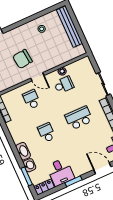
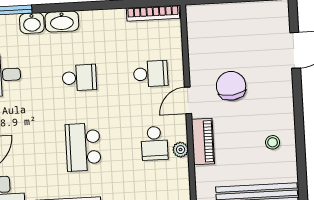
piano: (54, 62) -> (203, 142), added
school desk: (79, 118) -> (83, 147), turned 180

